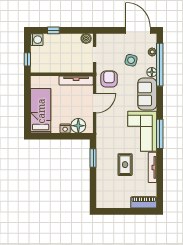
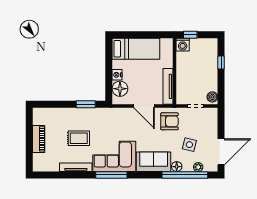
washing machine: (37, 40) -> (183, 45), moved
piano: (144, 202) -> (39, 139), moved

